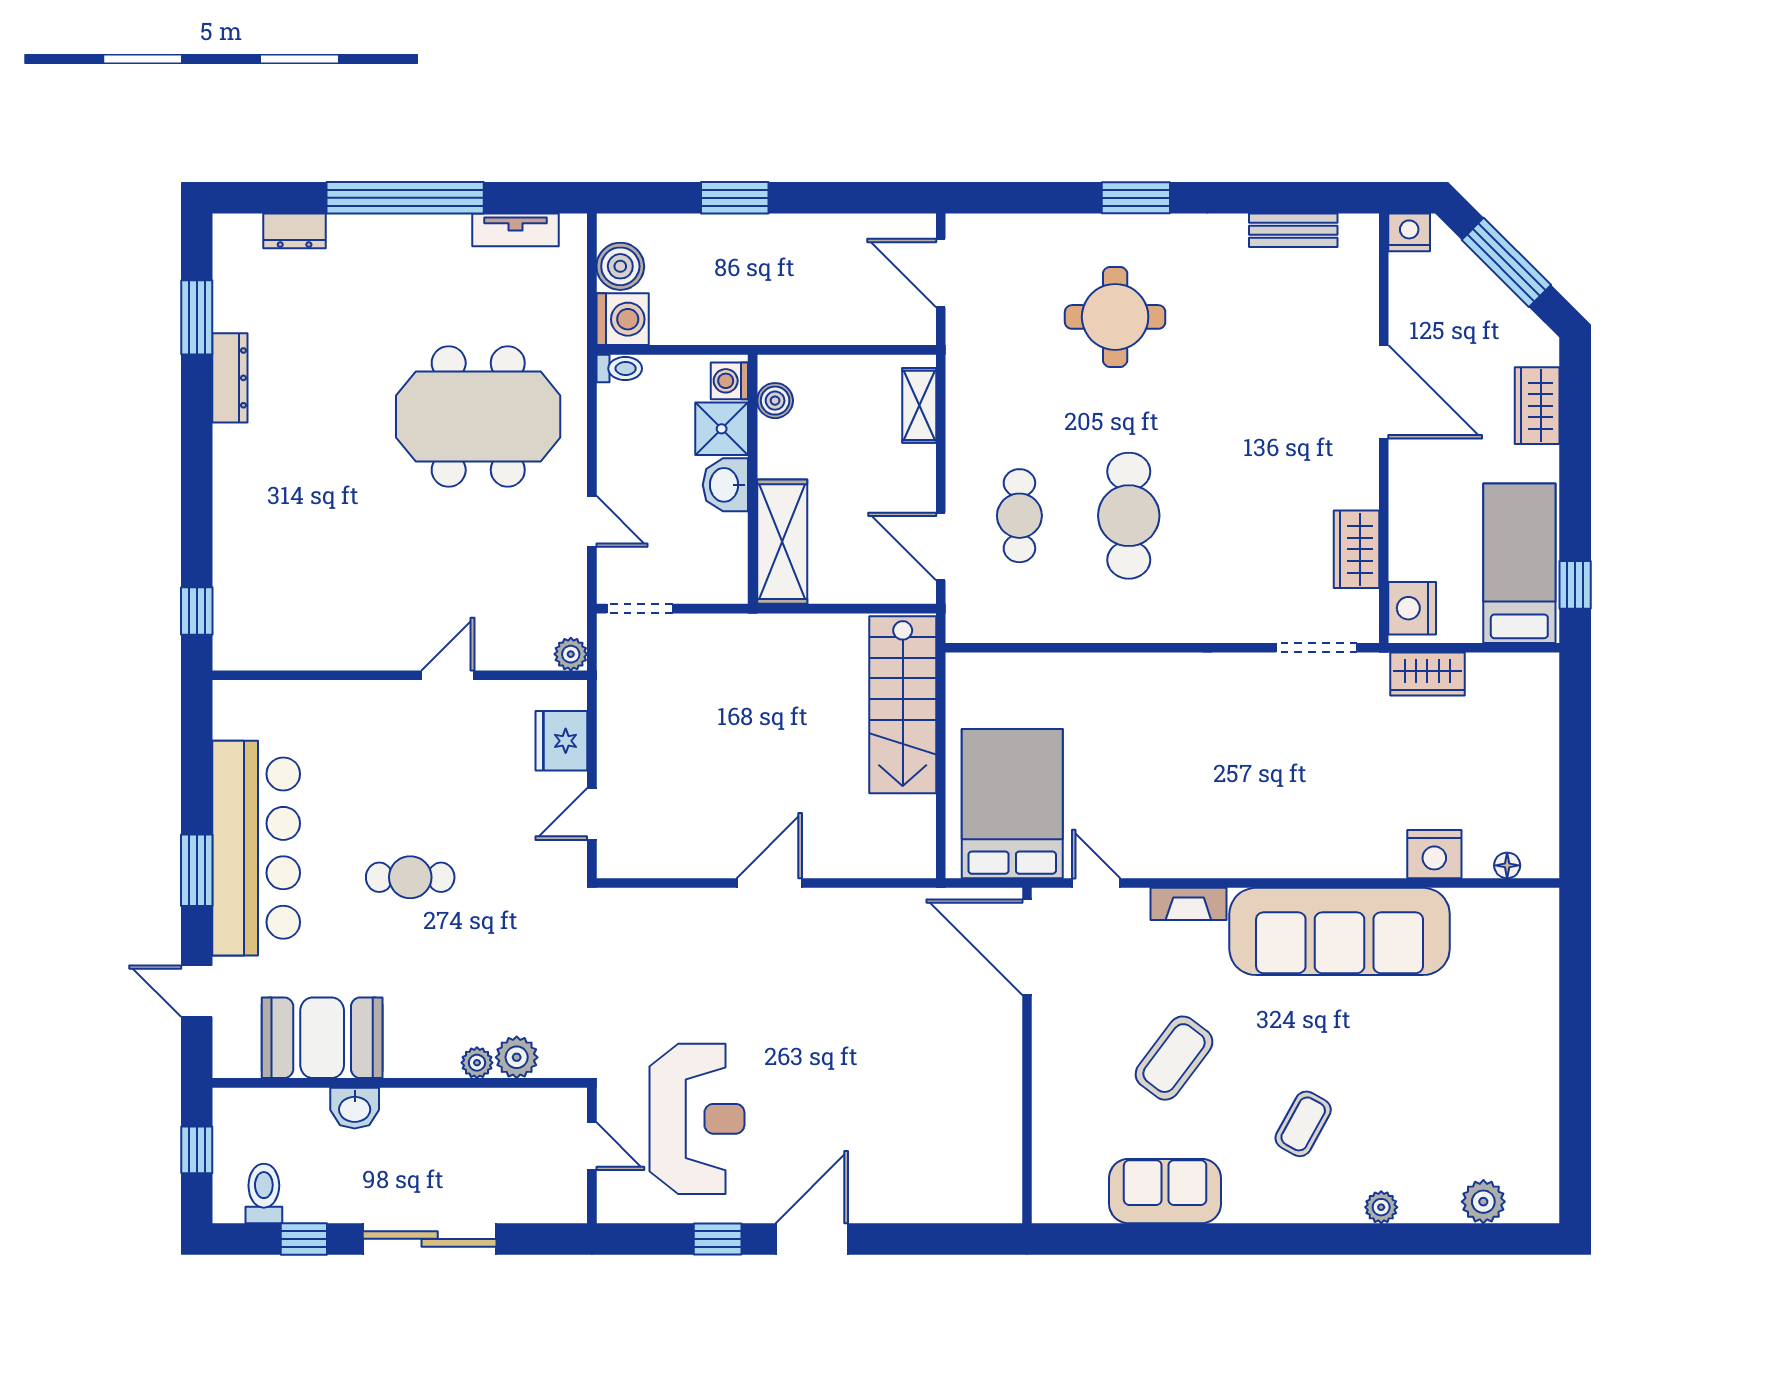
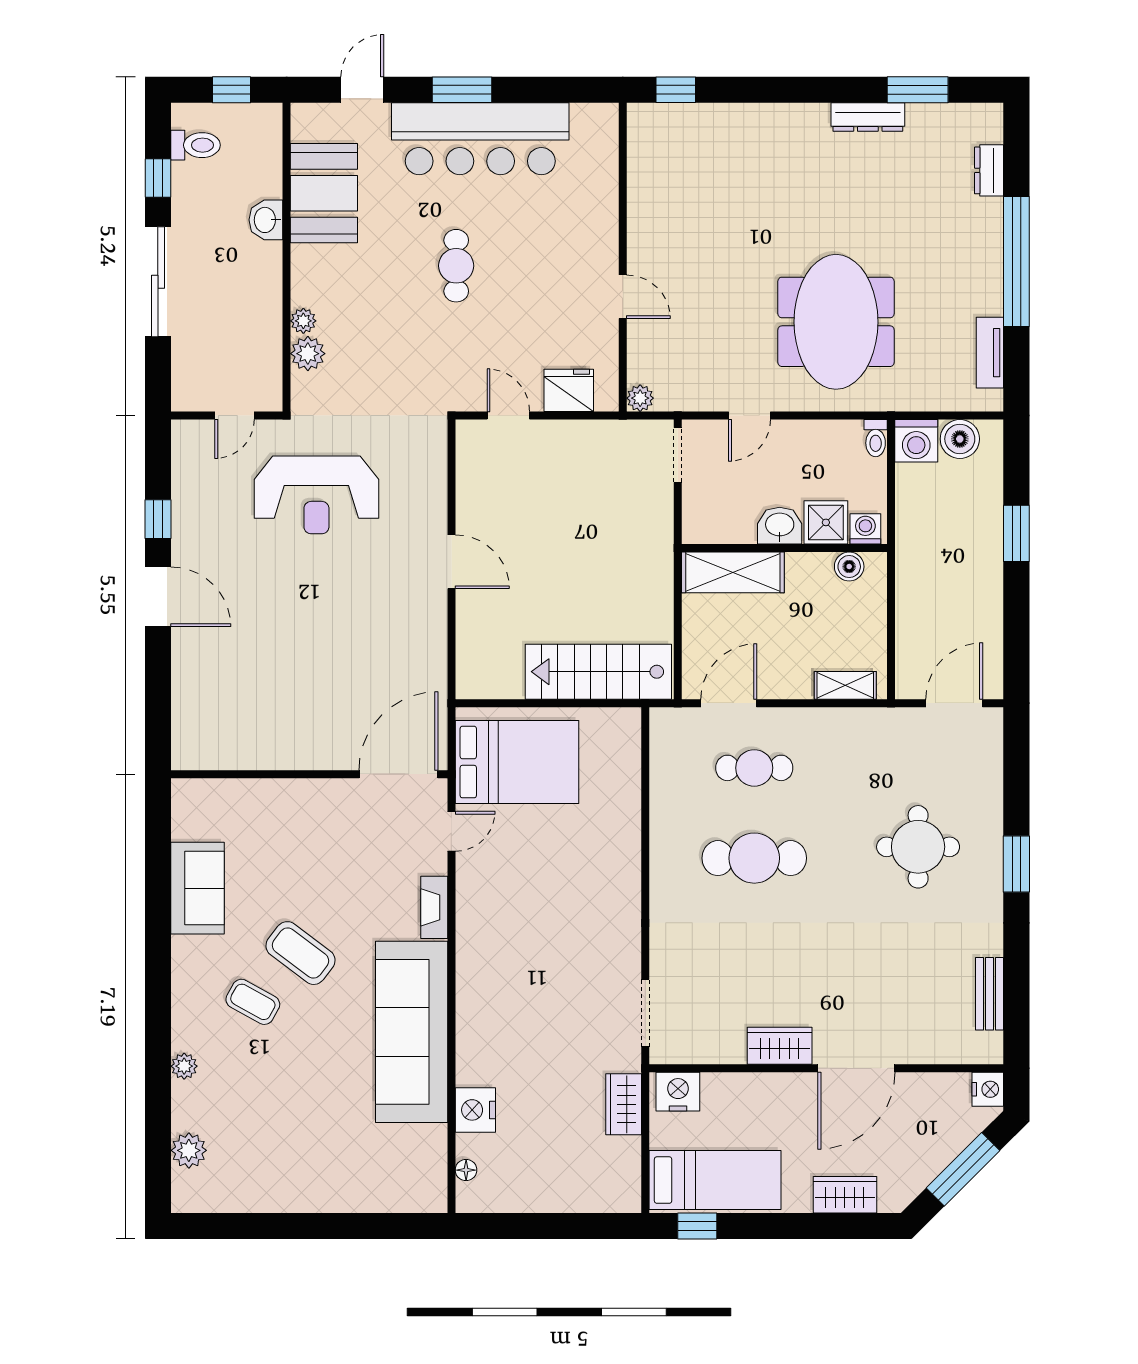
wardrobe: (1356, 549) -> (780, 1046), moved
coffee table: (1174, 1058) -> (301, 953), moved
reception desk: (697, 1119) -> (316, 495), moved

